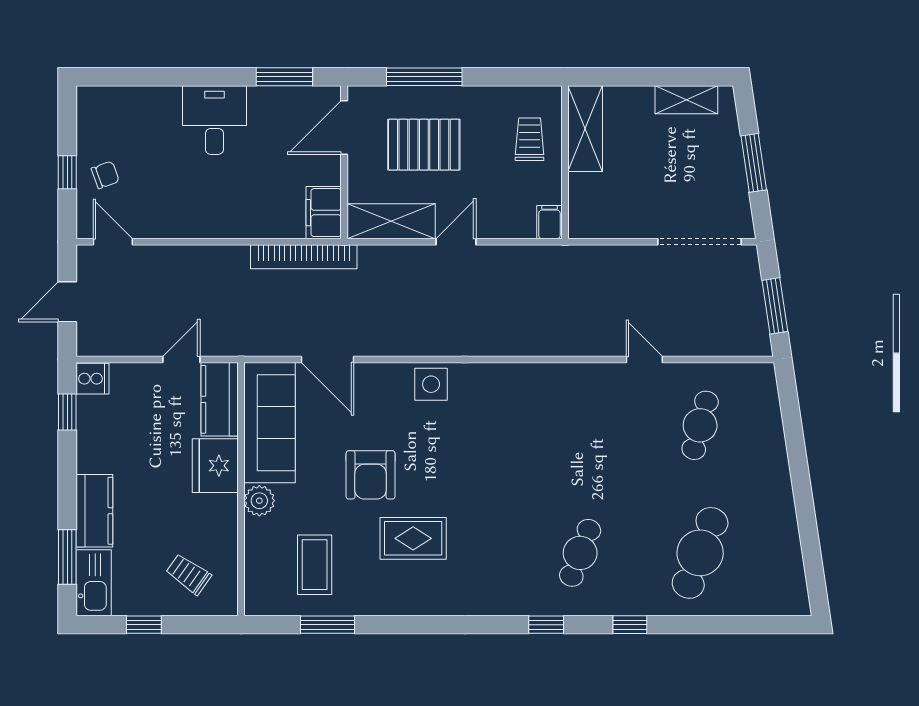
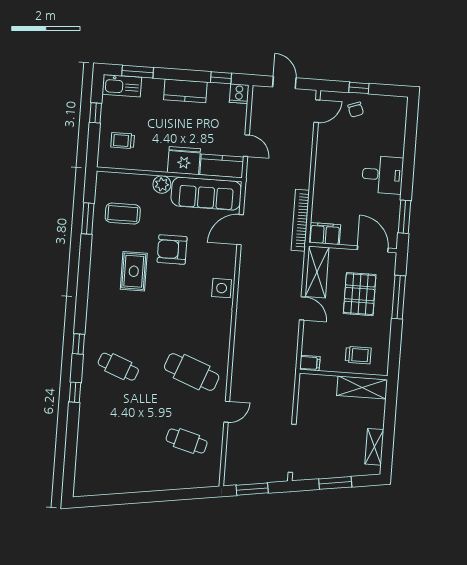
kitchen counter: (94, 511) -> (185, 91), moved
cafe table: (700, 553) -> (192, 372), moved
trolley: (188, 574) -> (123, 141), turned -125

